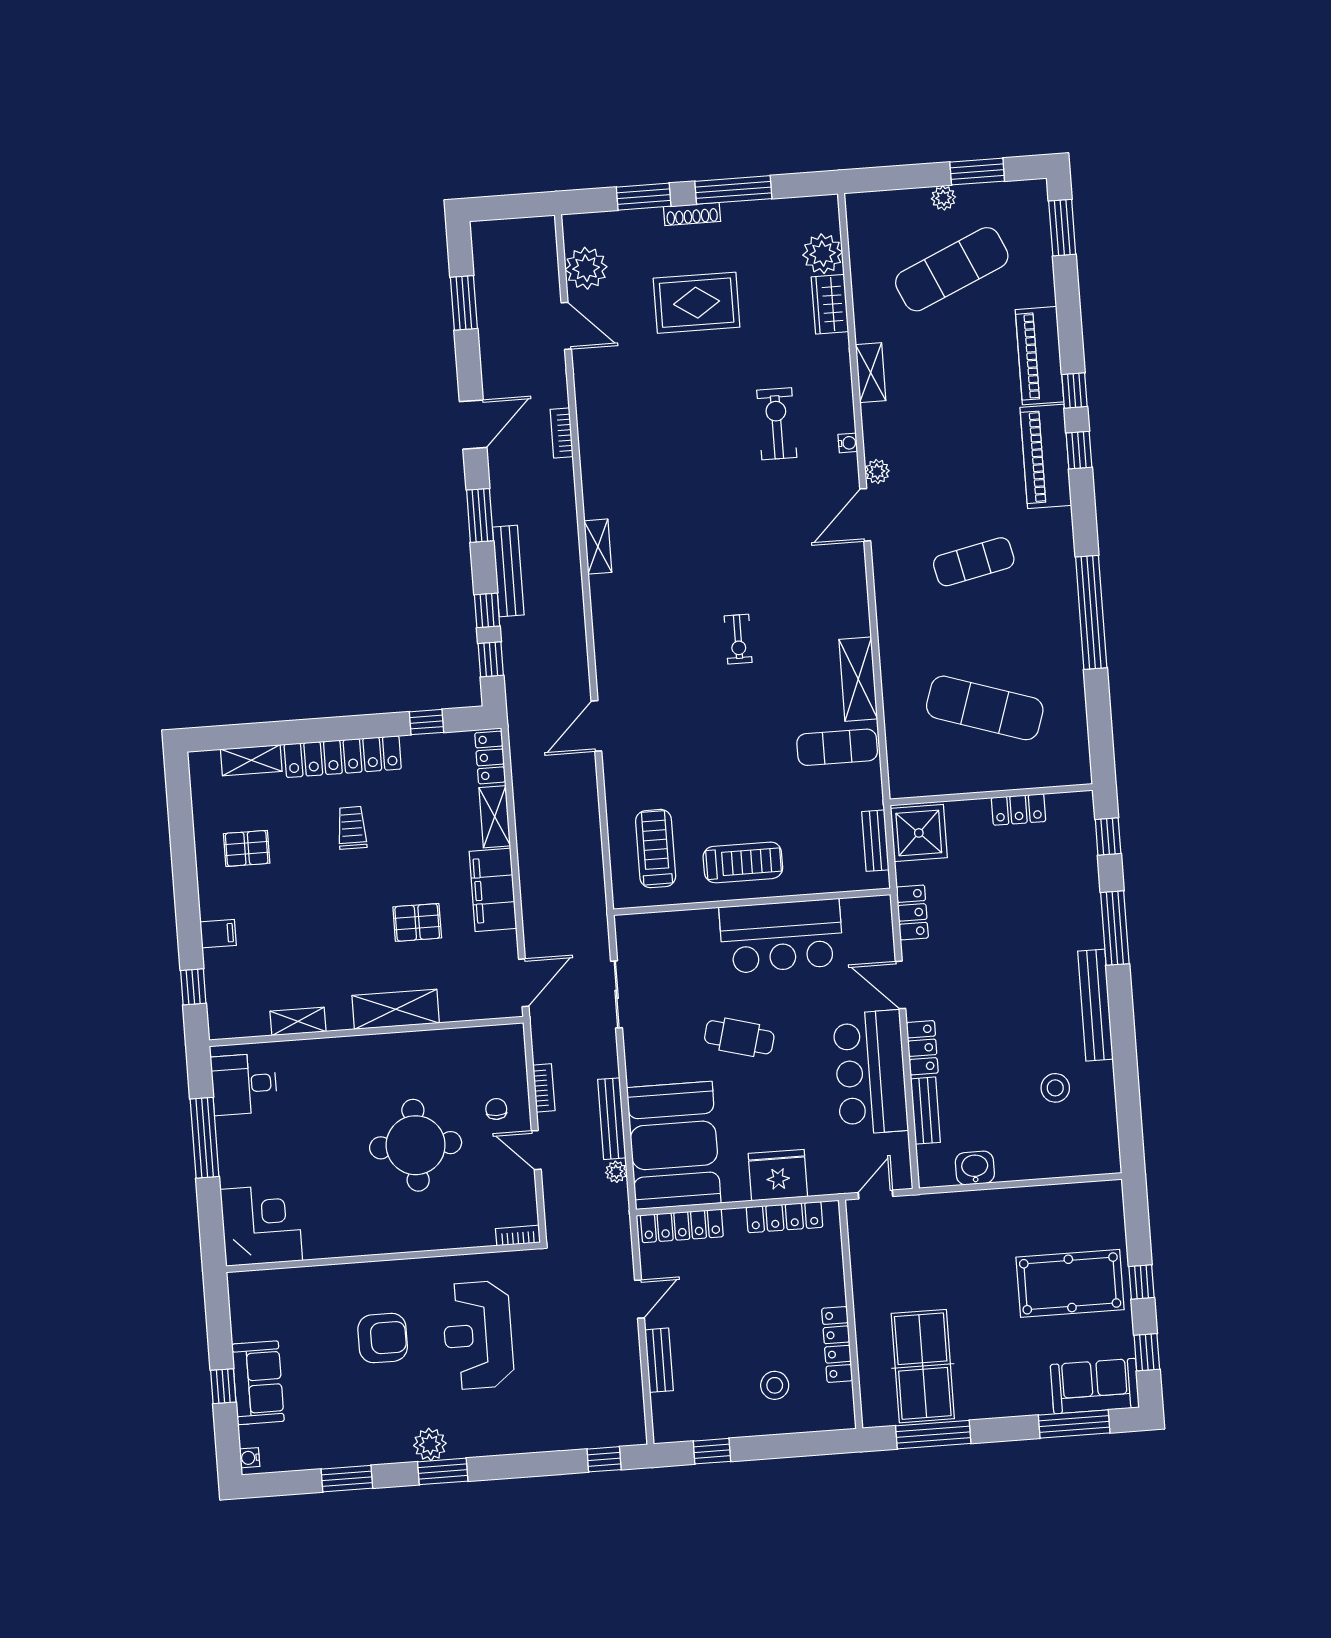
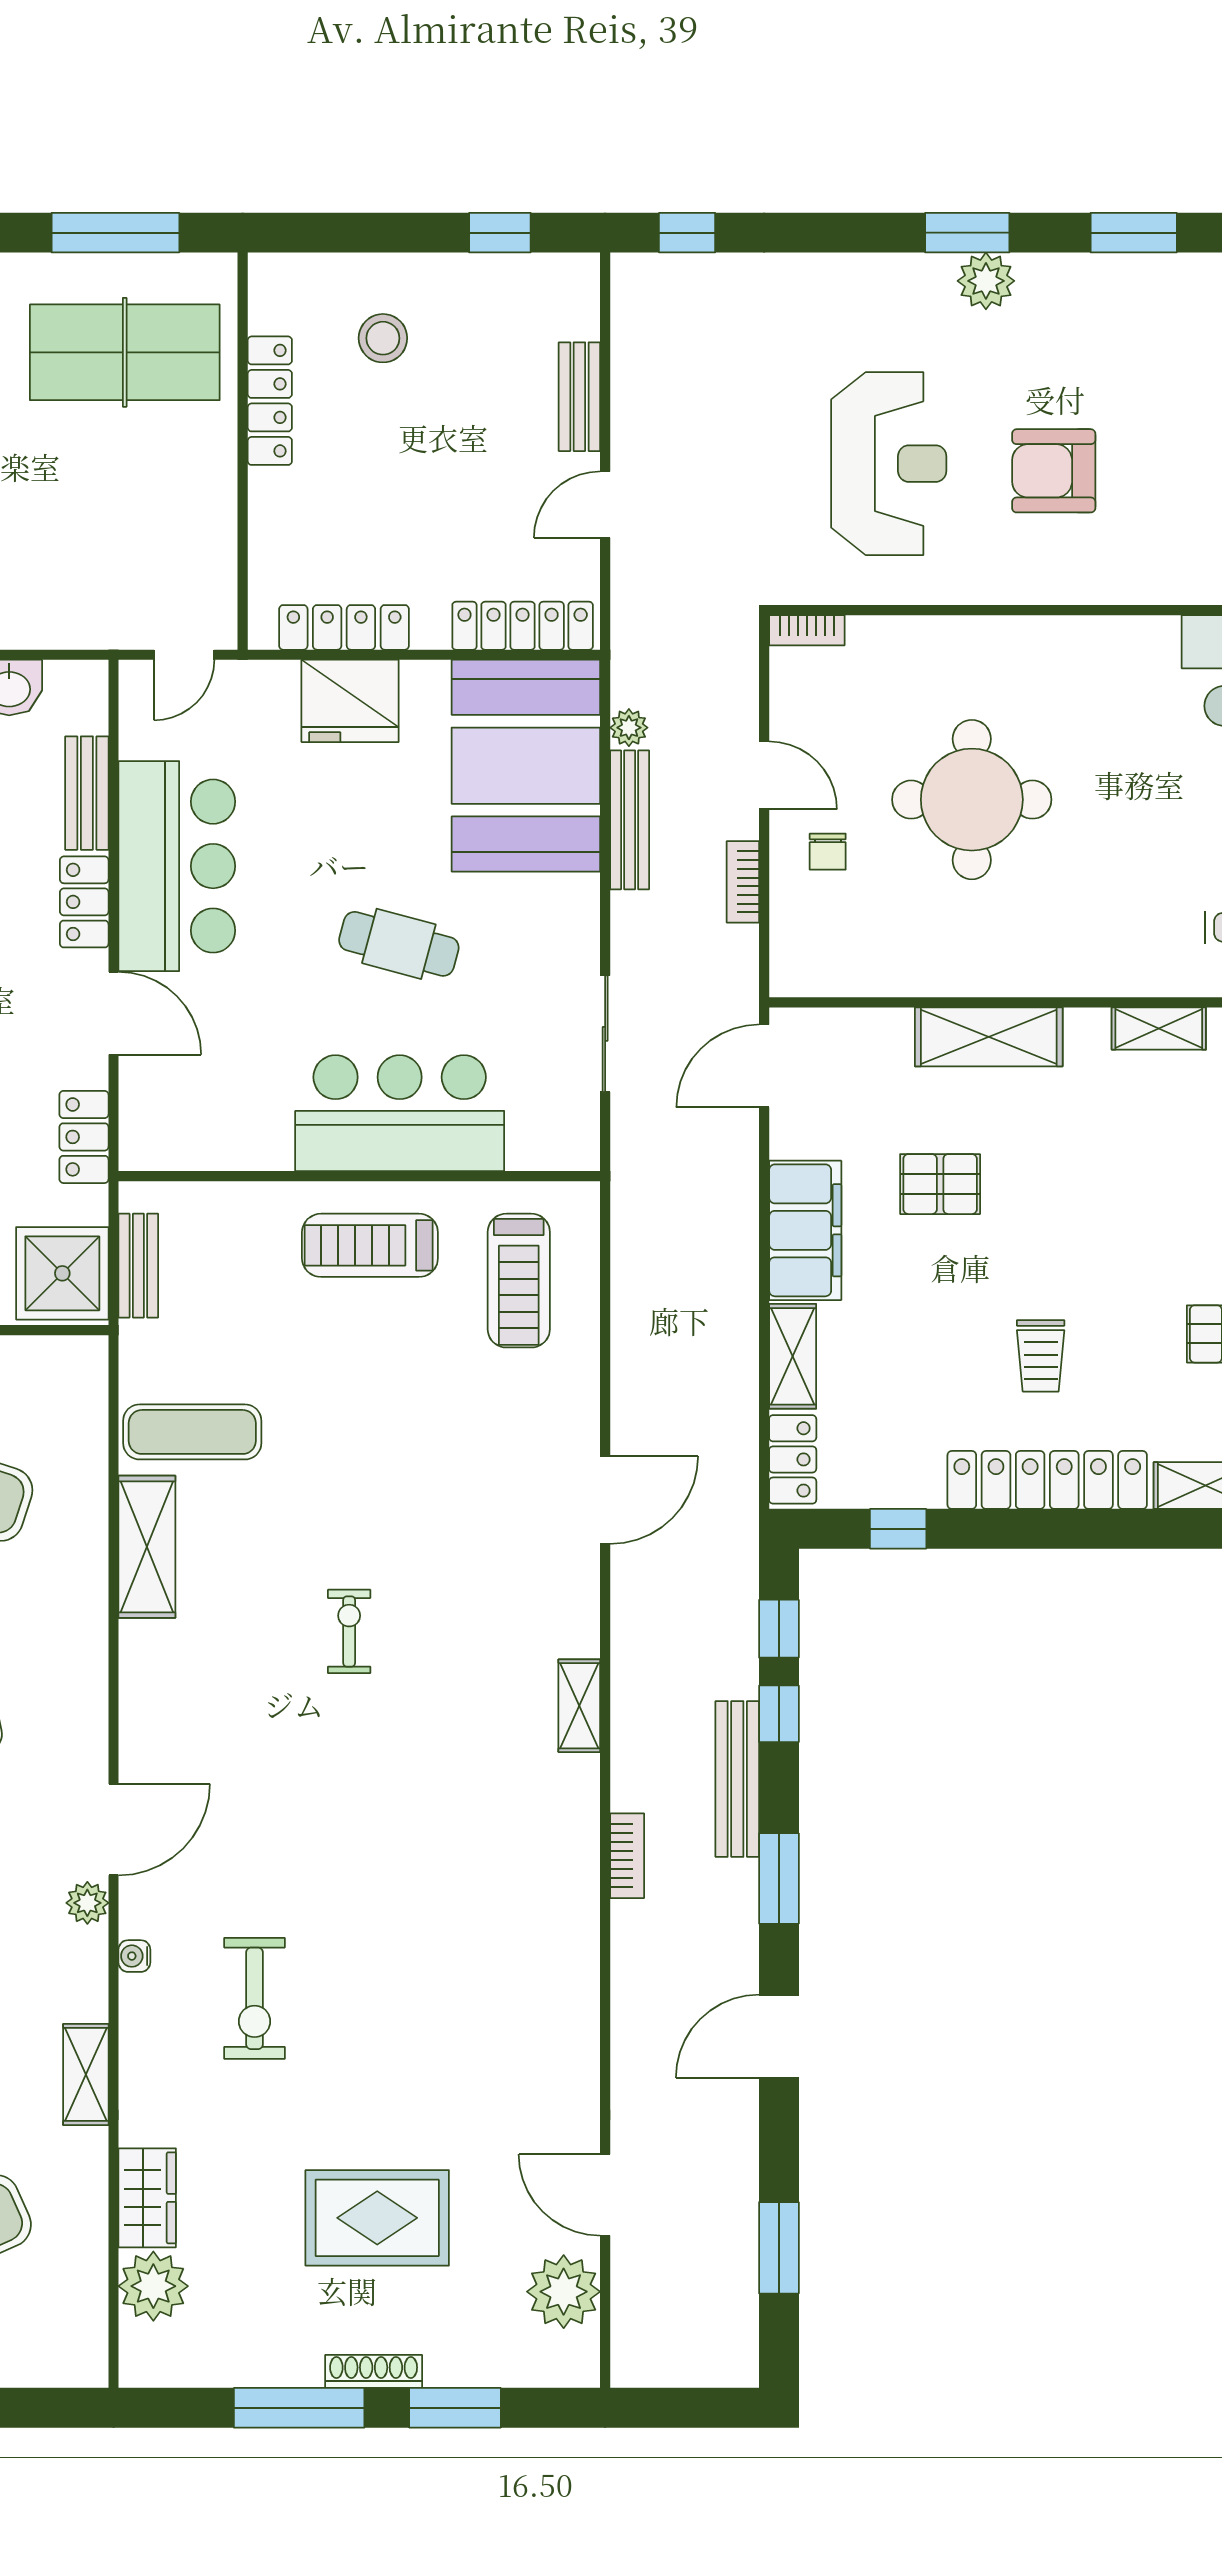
bookcase: (562, 433) -> (627, 1856), moved
shelving: (598, 547) -> (579, 1706), moved
bar counter: (781, 936) -> (400, 1113), moved
table tennis table: (923, 1366) -> (125, 352), turned 90

